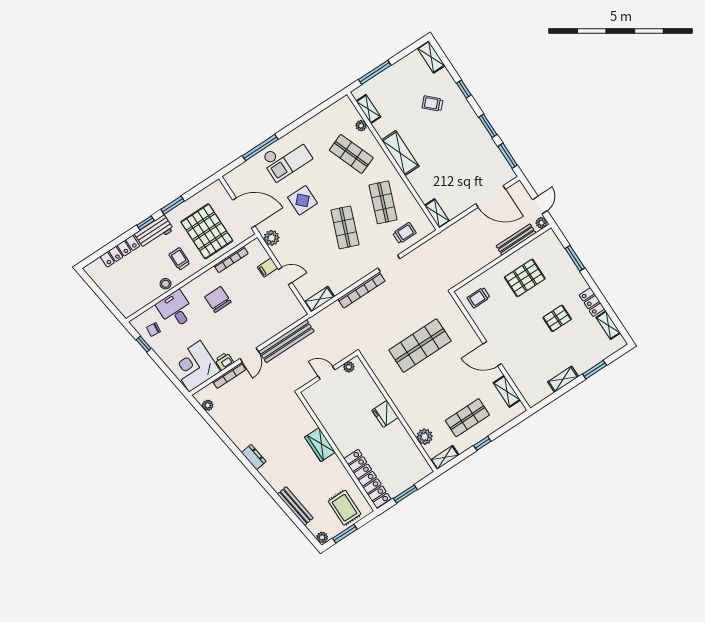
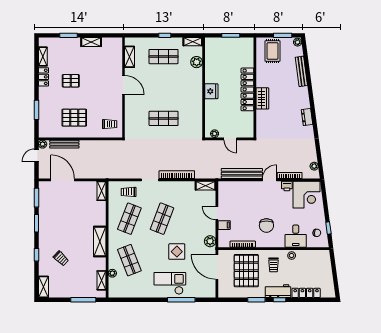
shop shelf: (420, 346) -> (164, 118), width x0.70, depth x0.74
locker: (367, 479) -> (247, 89), moved

